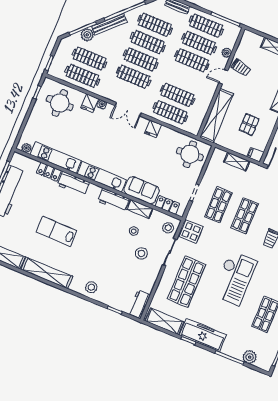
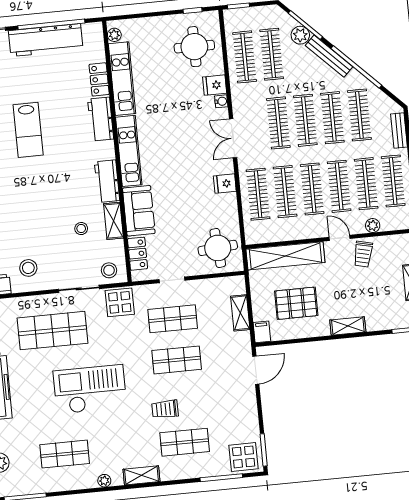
clothes rail: (185, 78) -> (312, 189), added
pallet: (249, 124) -> (296, 303), width x1.50, depth x1.42
lab bench: (56, 231) -> (28, 130), turned 180
stool: (141, 253) -> (28, 268), moved
checkout: (234, 278) -> (90, 389), turned 180

